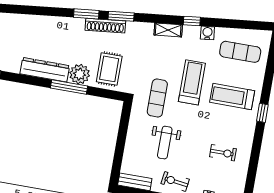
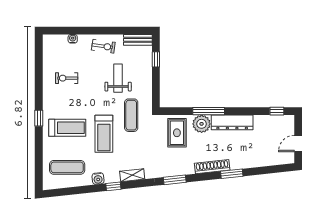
window: (86, 14) -> (232, 174), moved
shoe rack: (105, 26) -> (212, 167), moved
window: (118, 156) -> (156, 59), added

